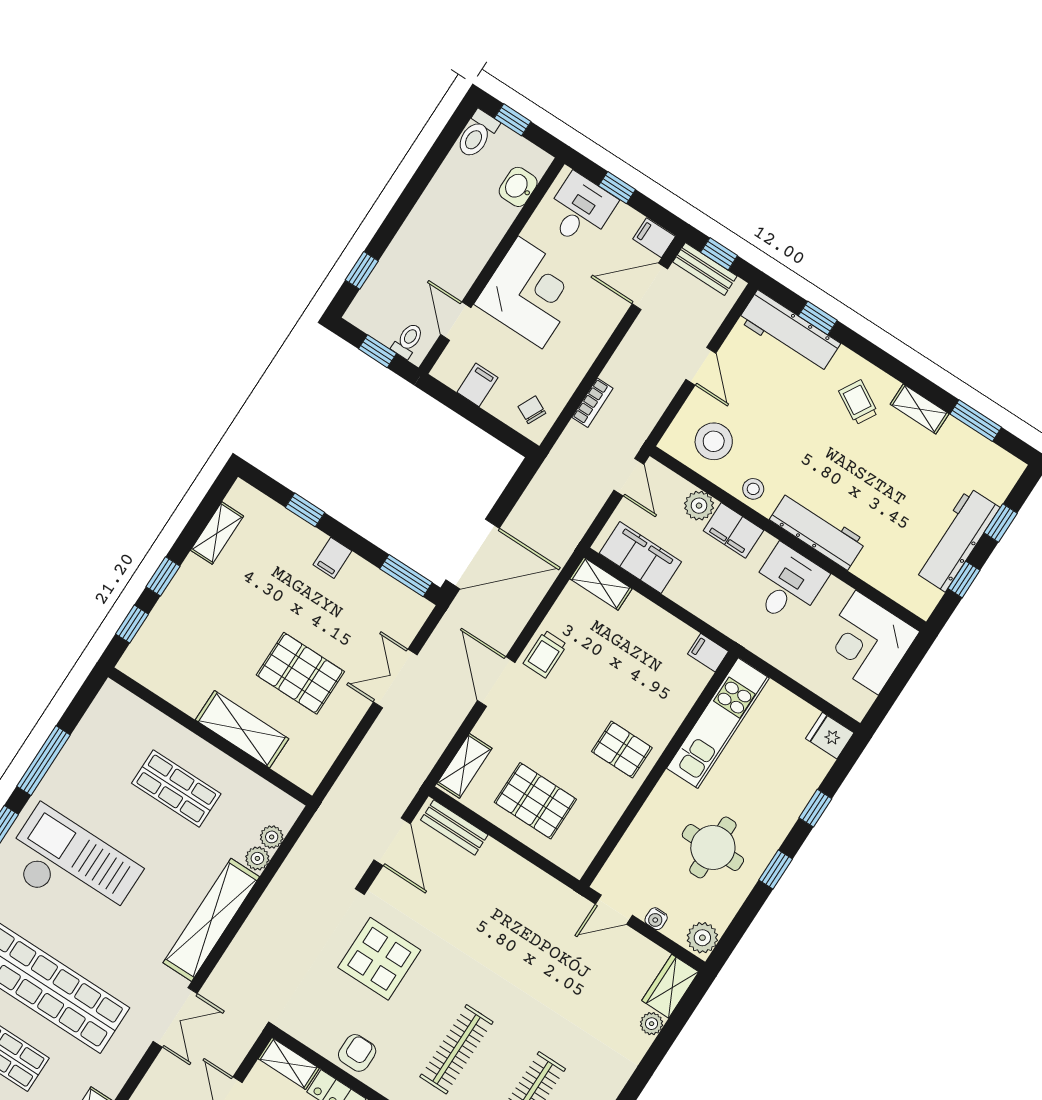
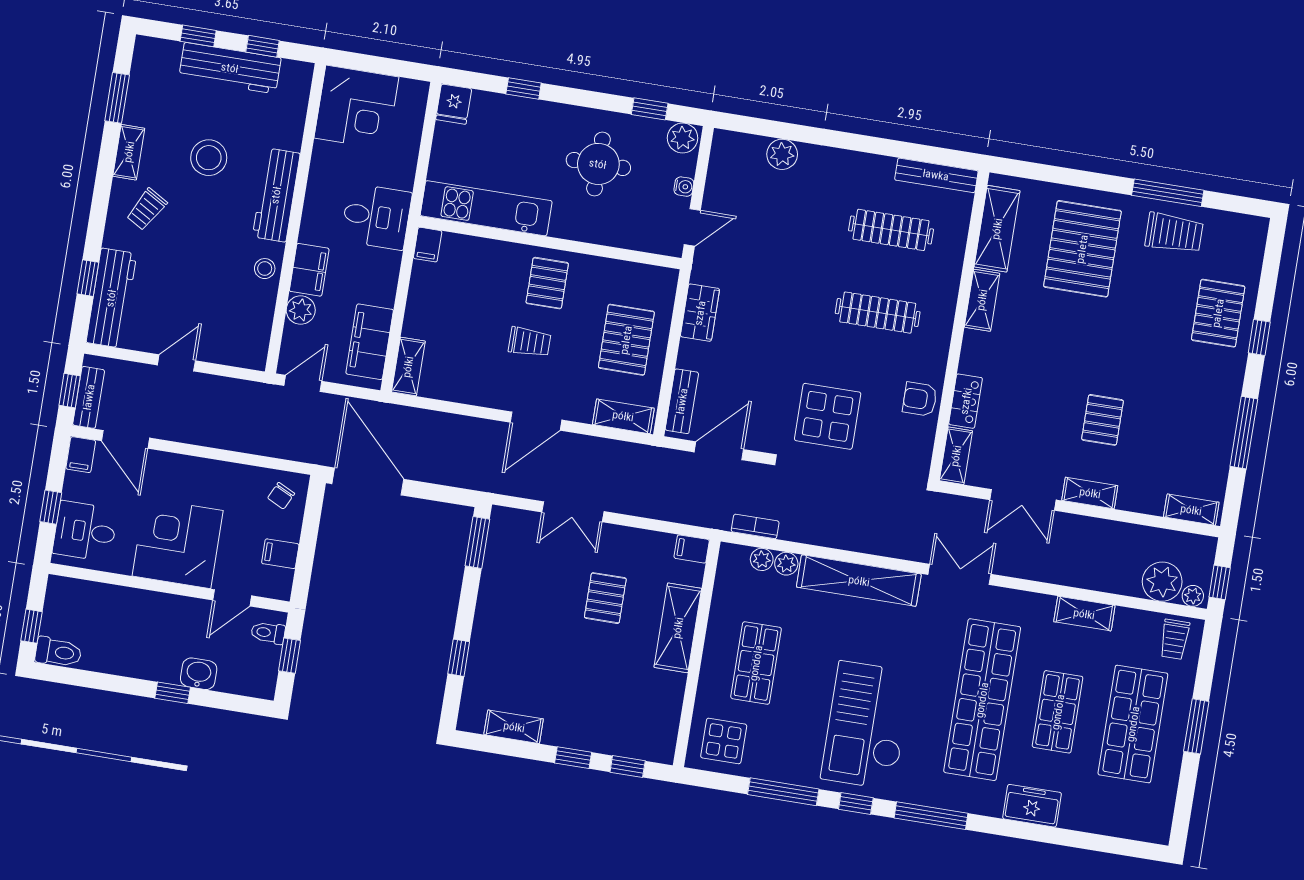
washbasin: (518, 187) -> (199, 674), moved, turned 180
window: (362, 270) -> (173, 693), moved
bookcase: (592, 403) -> (755, 526), moved
stool: (714, 441) -> (209, 158), moved
door: (473, 554) -> (368, 481), moved
filing cabinet: (332, 558) -> (692, 549), moved, turned 180
desk: (787, 585) -> (376, 217), moved, turned 180
trolley: (545, 654) -> (530, 342), moved
pallet: (300, 673) -> (605, 598), width x0.67, depth x0.71
display table: (116, 725) -> (724, 741), added
window: (776, 869) -> (650, 109), moved
door: (614, 910) -> (692, 227), hinge flipped
wardrobe: (670, 986) -> (700, 313), moved, turned -90
plant: (652, 1024) -> (782, 154), width x1.38, depth x1.38

